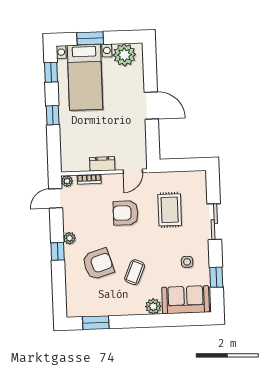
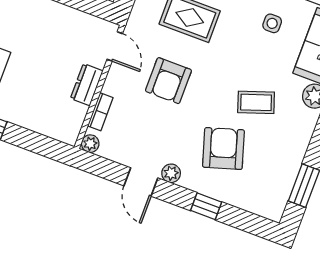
door: (56, 198) -> (141, 182), moved
window: (58, 251) -> (206, 206), moved
coffee table: (135, 272) -> (256, 102), turned -42

